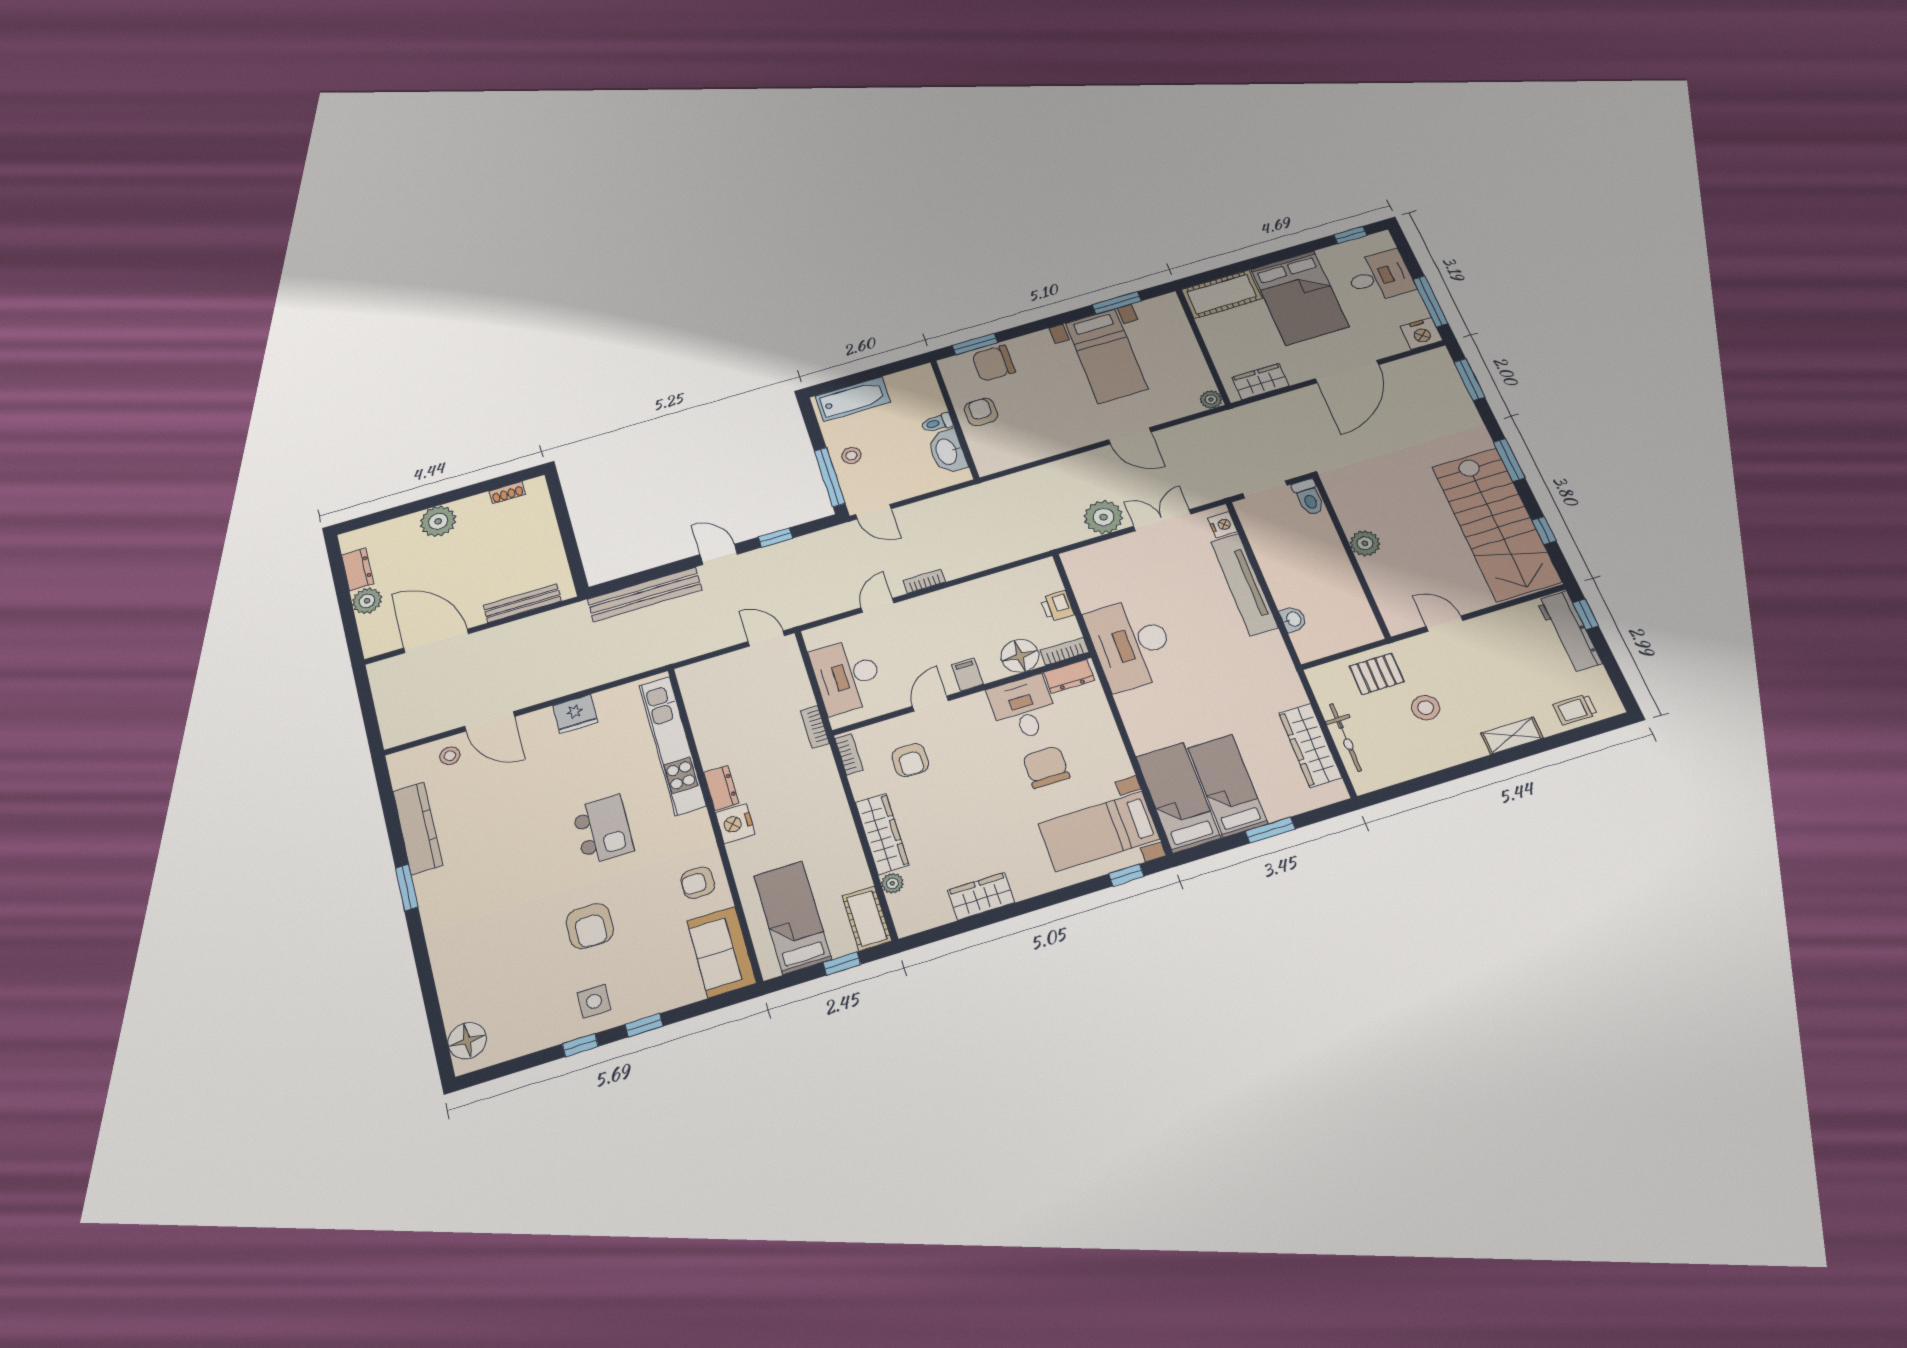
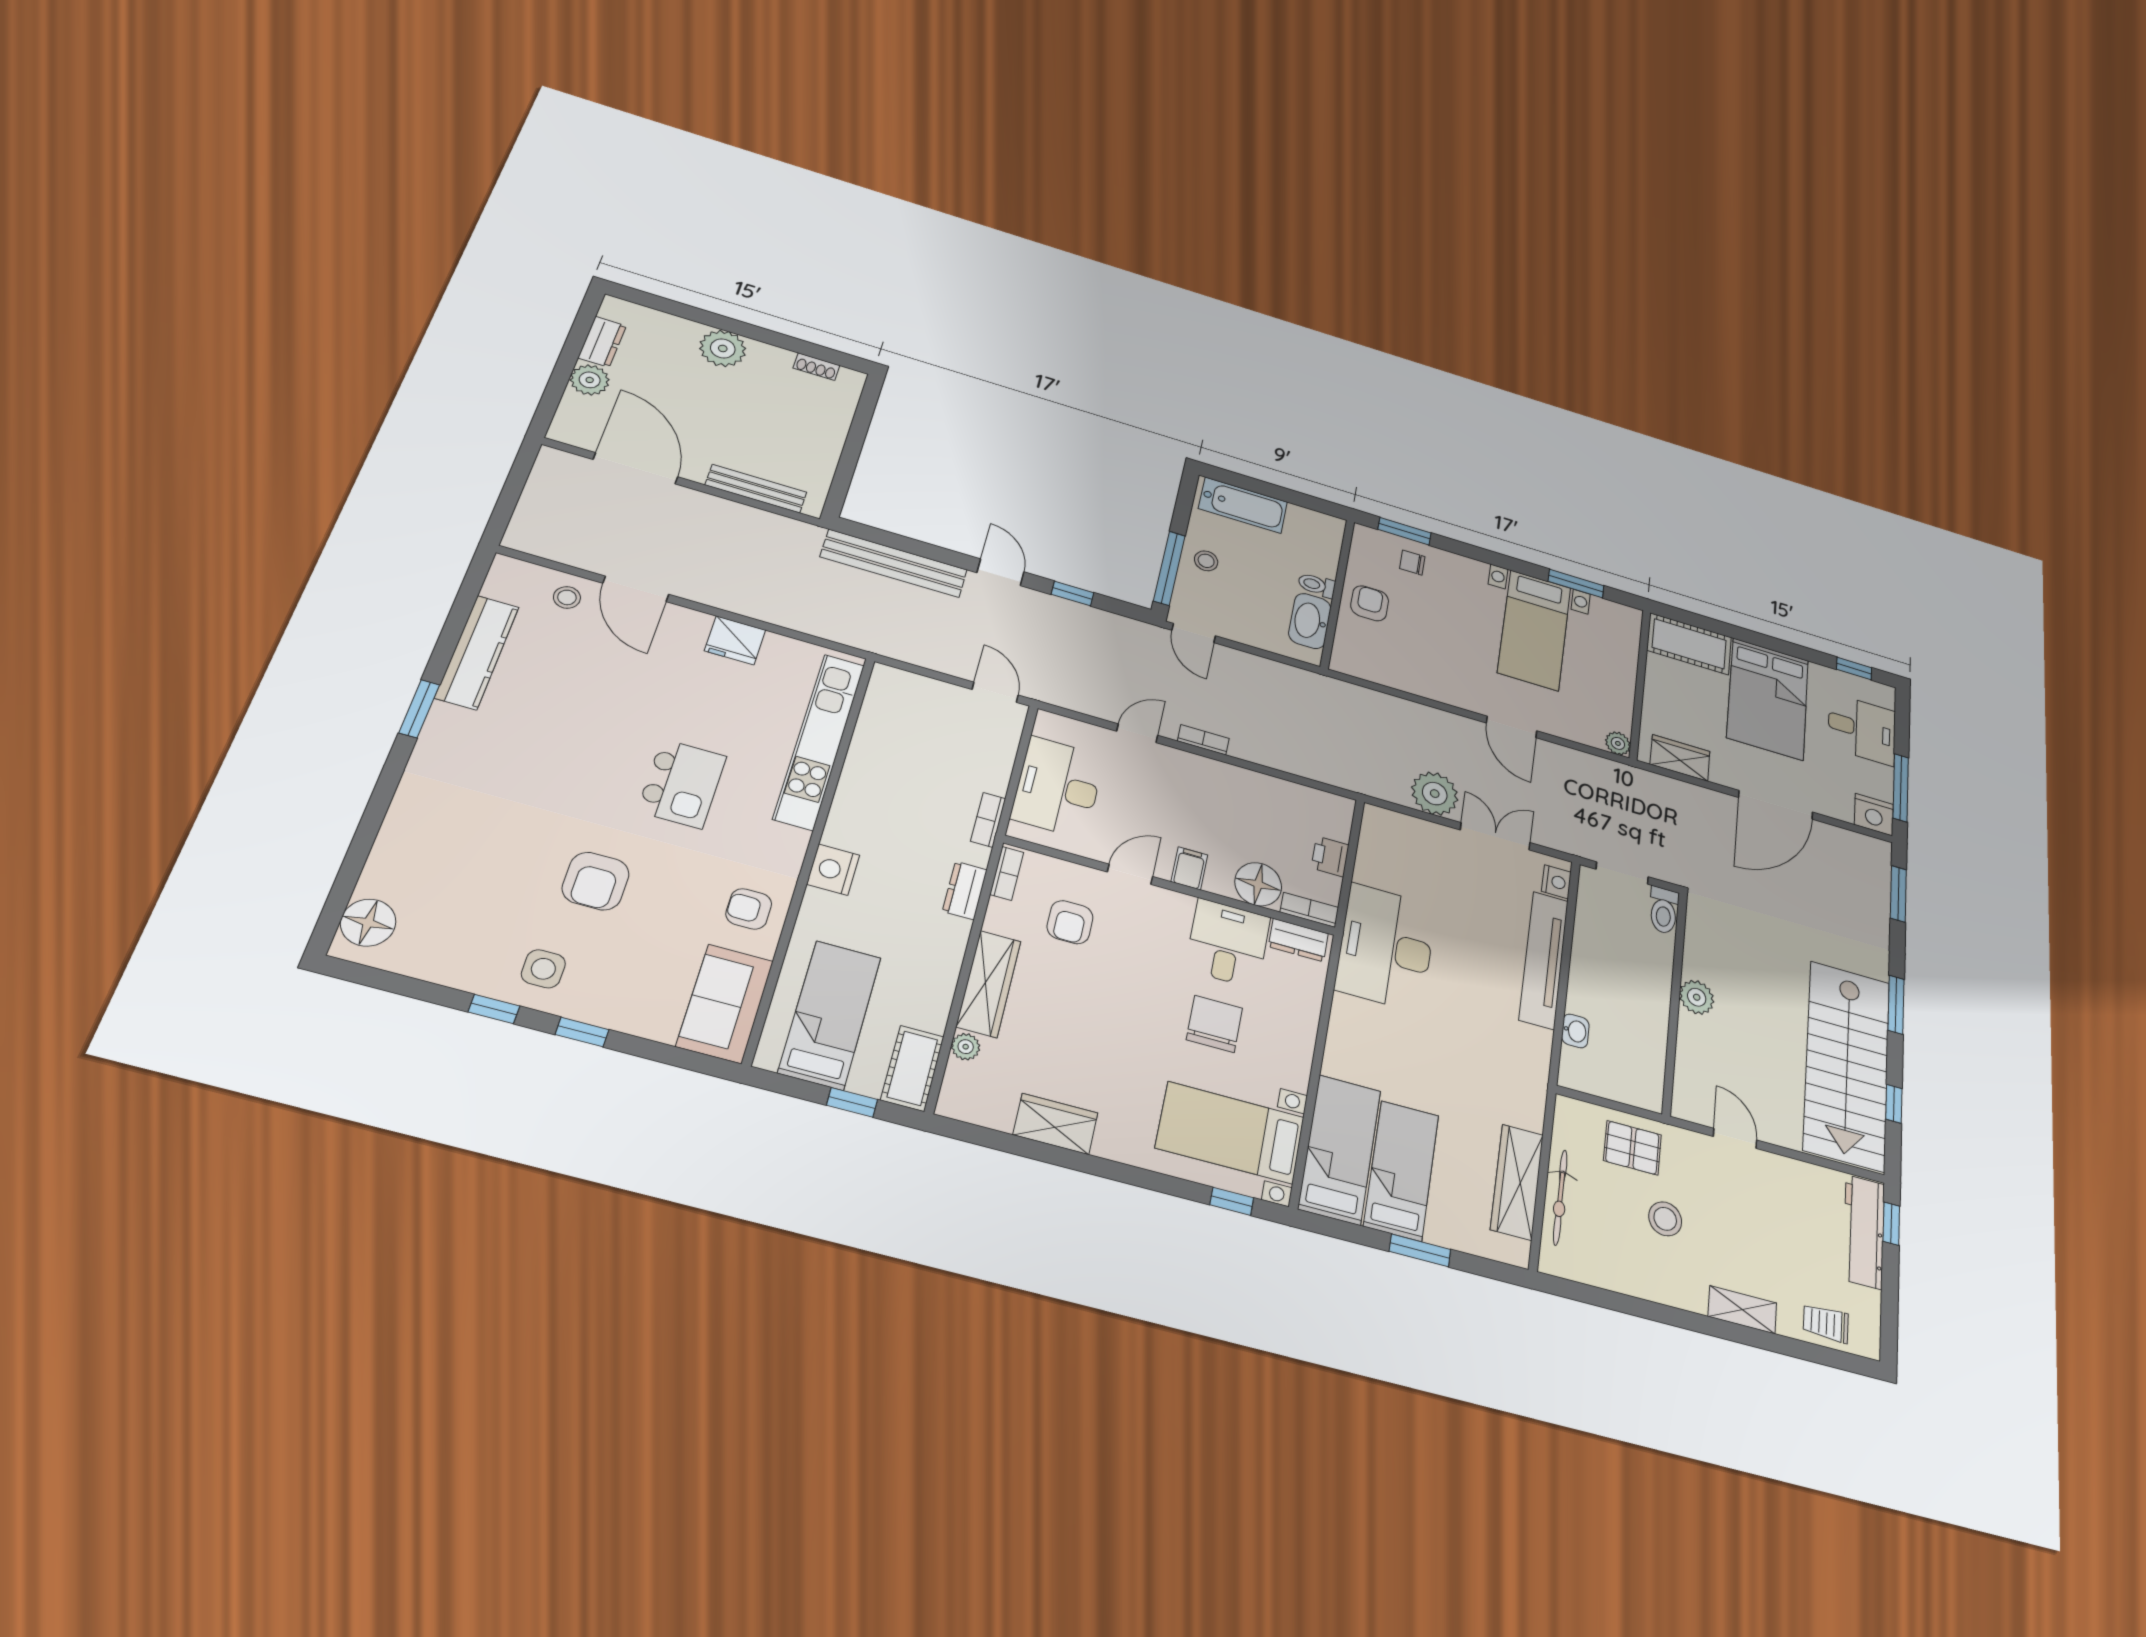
chair: (993, 363) -> (1412, 563), width x0.54, depth x0.54
dresser: (721, 788) -> (965, 891), moved, turned 180

